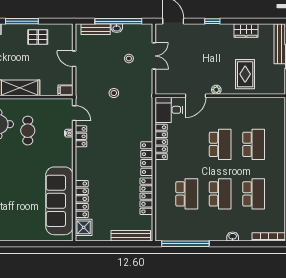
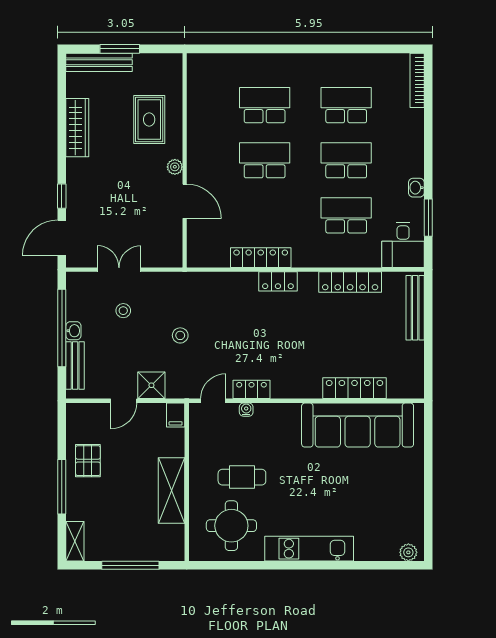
window: (212, 21) -> (62, 196), moved
wardrobe: (246, 30) -> (77, 128), width x1.50
rug: (245, 74) -> (149, 119), turned 90
desk: (169, 110) -> (403, 245), moved
locker: (147, 159) -> (278, 281), width x0.66
shower: (84, 227) -> (151, 385), moved
washbasin: (233, 237) -> (416, 188), moved
window: (185, 244) -> (428, 218), width x0.47

